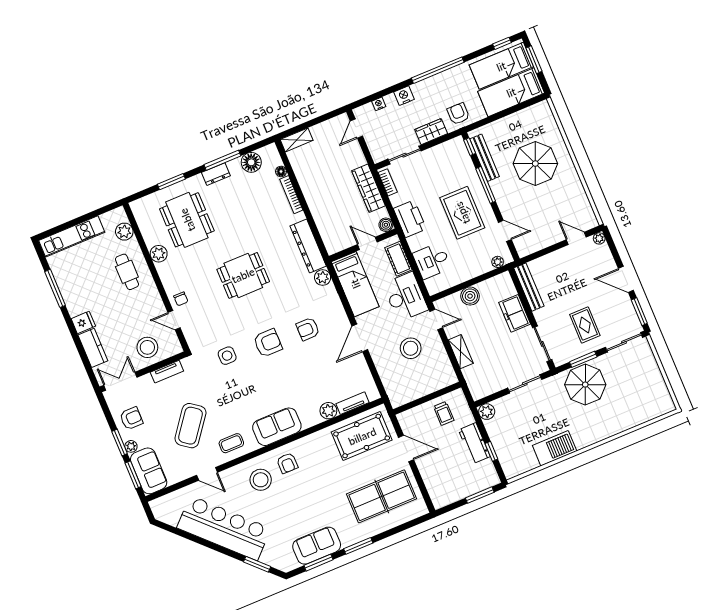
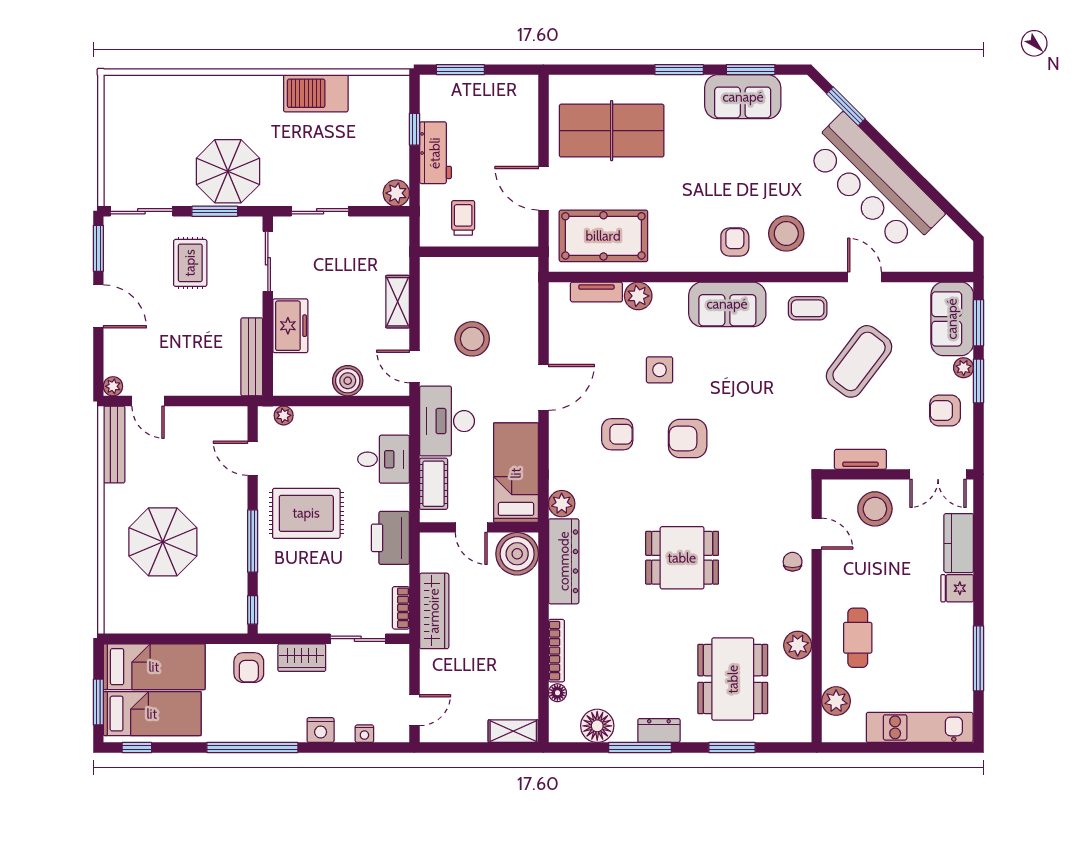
bench: (485, 158) -> (114, 444), moved
rug: (462, 213) -> (306, 513), turned 90
boiler: (386, 225) -> (517, 554), moved, width x1.86, depth x1.86
side table: (227, 356) -> (660, 370), moved

